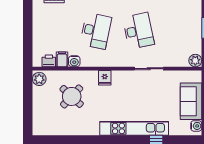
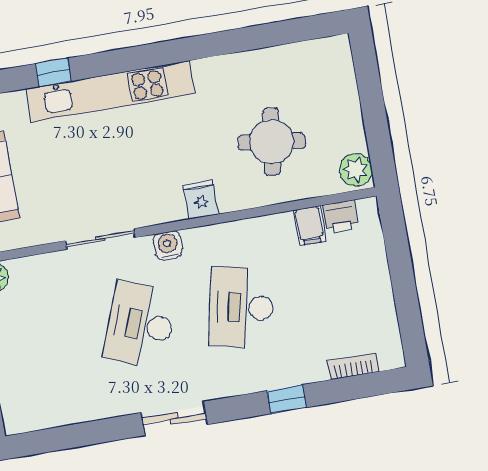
desk: (138, 31) -> (140, 325), turned 33
water cooler: (74, 61) -> (168, 245), moved
round table: (72, 96) -> (272, 142), turned -35

